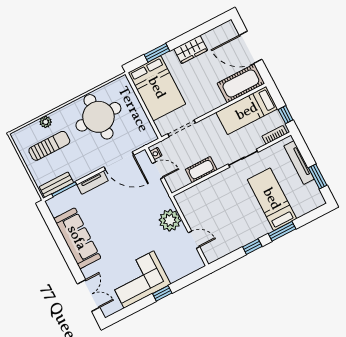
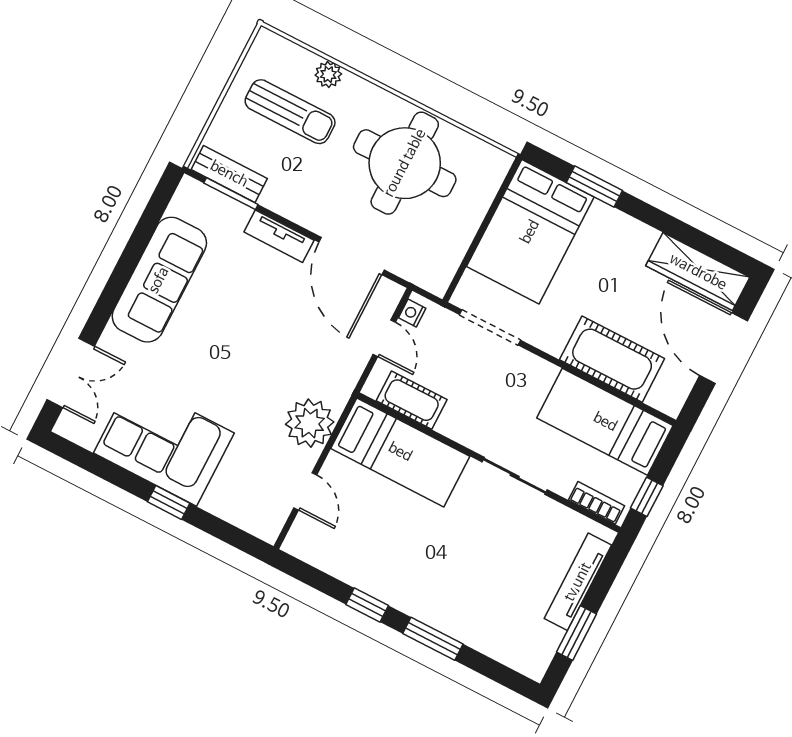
wardrobe: (191, 50) -> (698, 272), moved, width x1.50
cot: (241, 83) -> (612, 359), moved
cot: (201, 170) -> (412, 400), moved
bed: (272, 199) -> (400, 452), moved, turned 90

